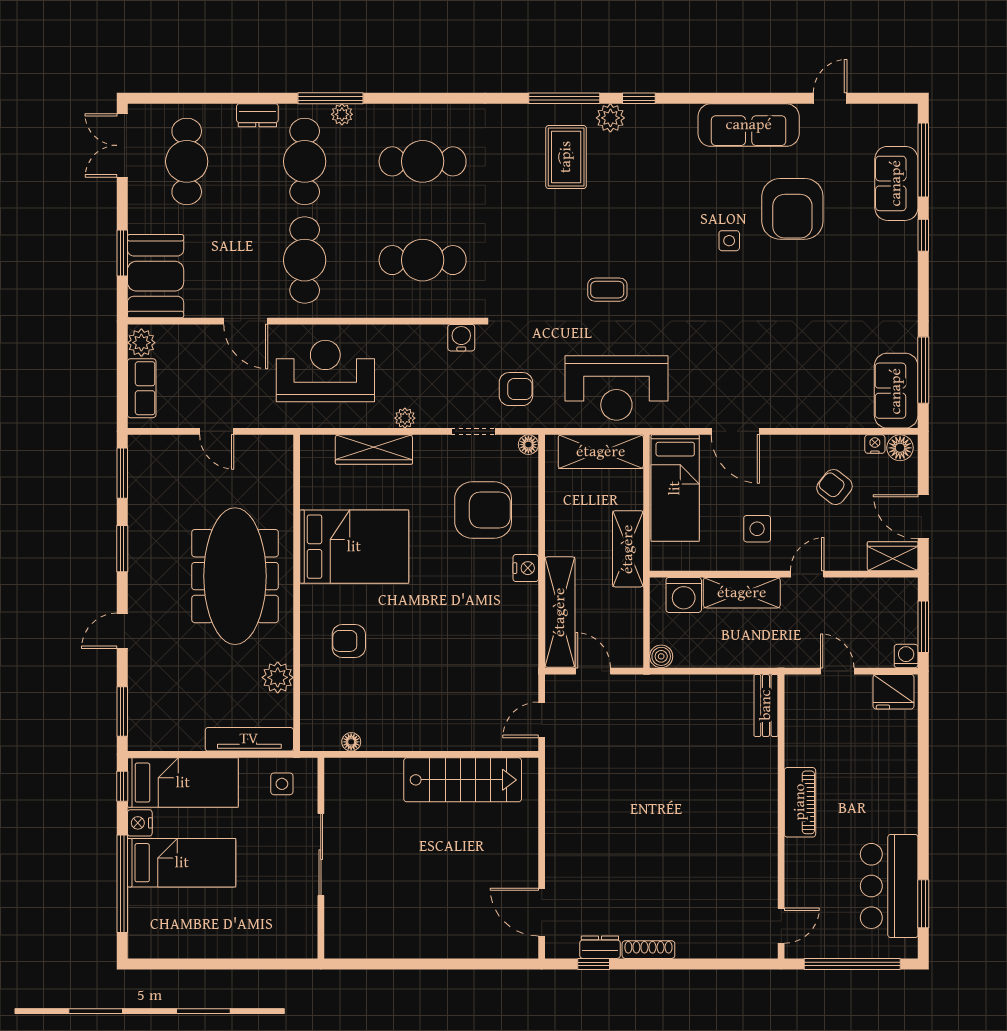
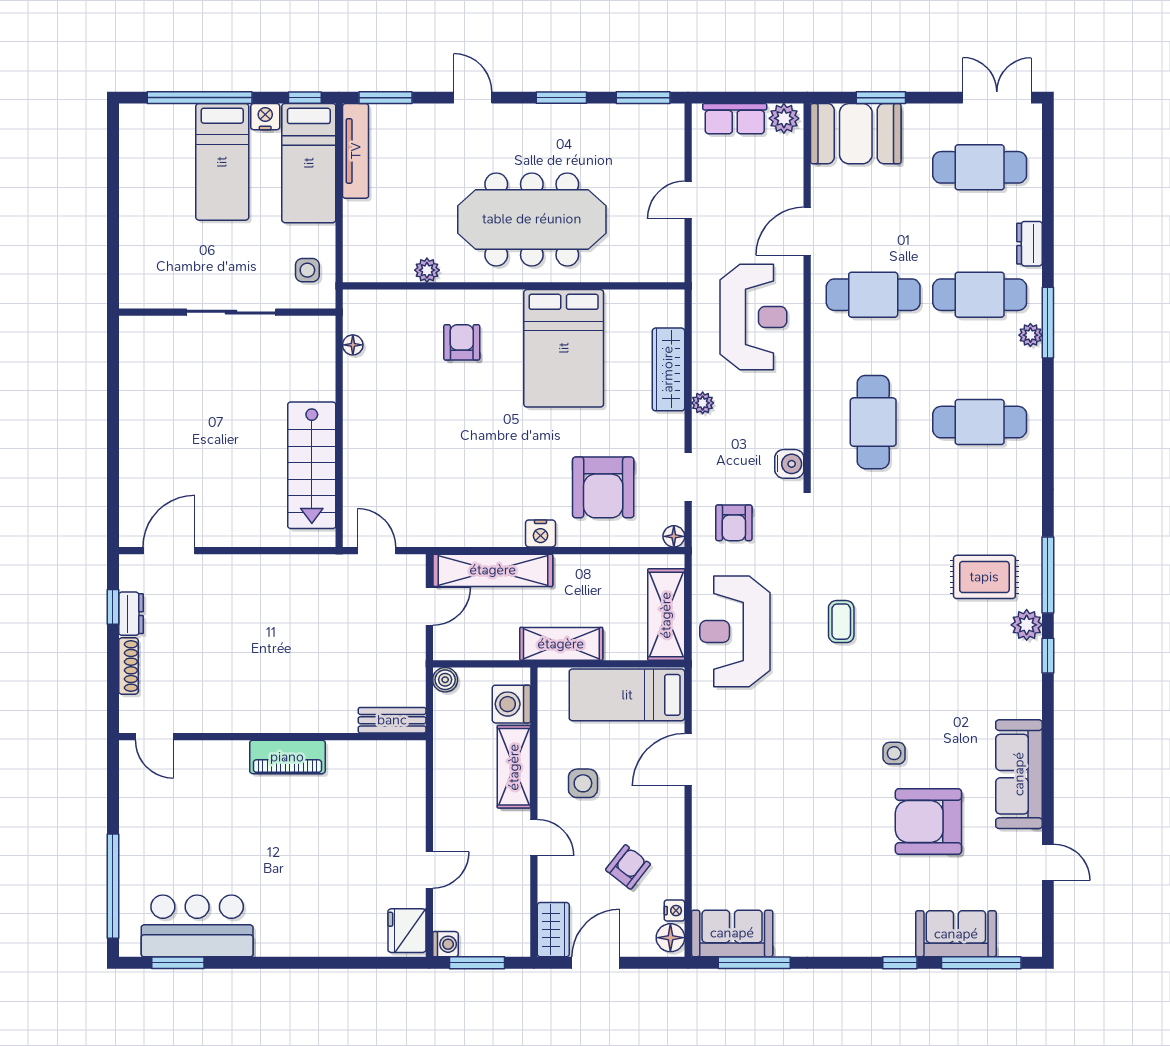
cafe table: (423, 161) -> (980, 422), turned 90
plant: (278, 677) -> (427, 270), width x0.73, depth x0.73
bench: (766, 705) -> (392, 720), moved
tv unit: (249, 739) -> (356, 151), moved
piano: (800, 802) -> (287, 757), moved
wall: (781, 816) -> (272, 737), moved
door: (781, 926) -> (154, 737), moved

